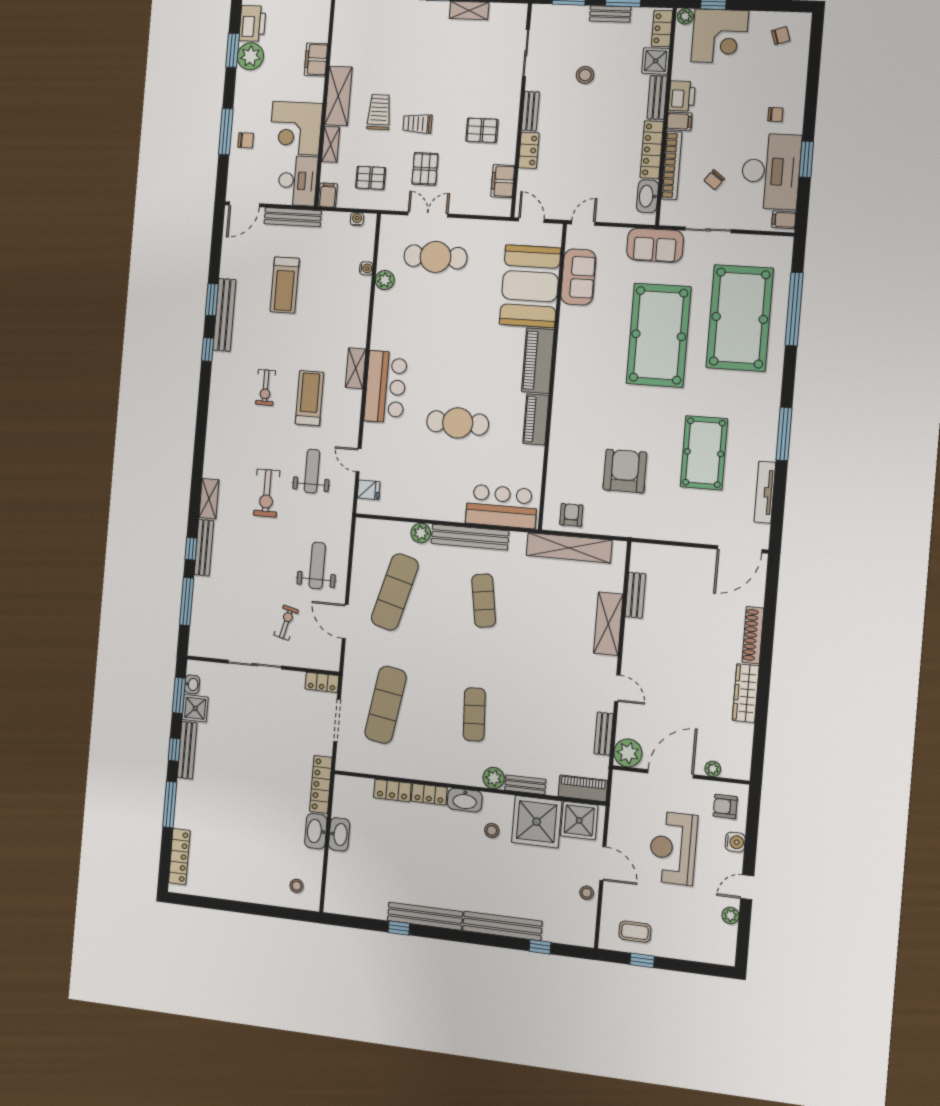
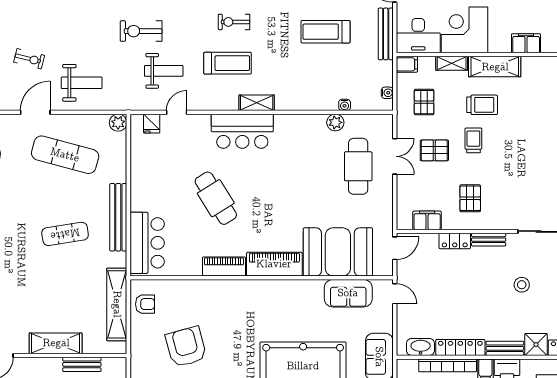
cafe table: (458, 423) -> (216, 198), turned -32
armchair: (625, 471) -> (186, 347), turned -105
plant: (421, 533) -> (118, 123), moved

